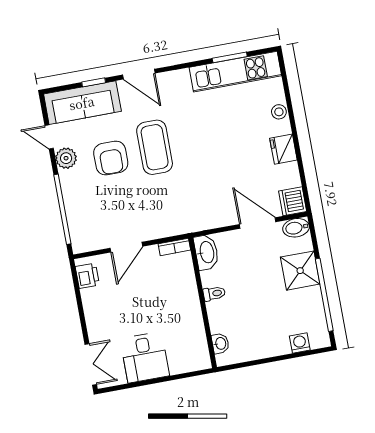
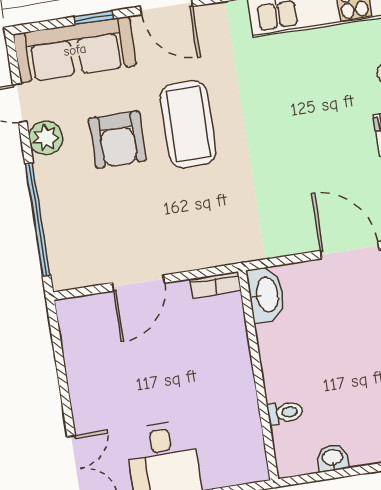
printer: (87, 276) -> (75, 327), removed
toilet: (214, 293) -> (285, 413), moved
washbasin: (220, 343) -> (333, 458), moved, turned -90

